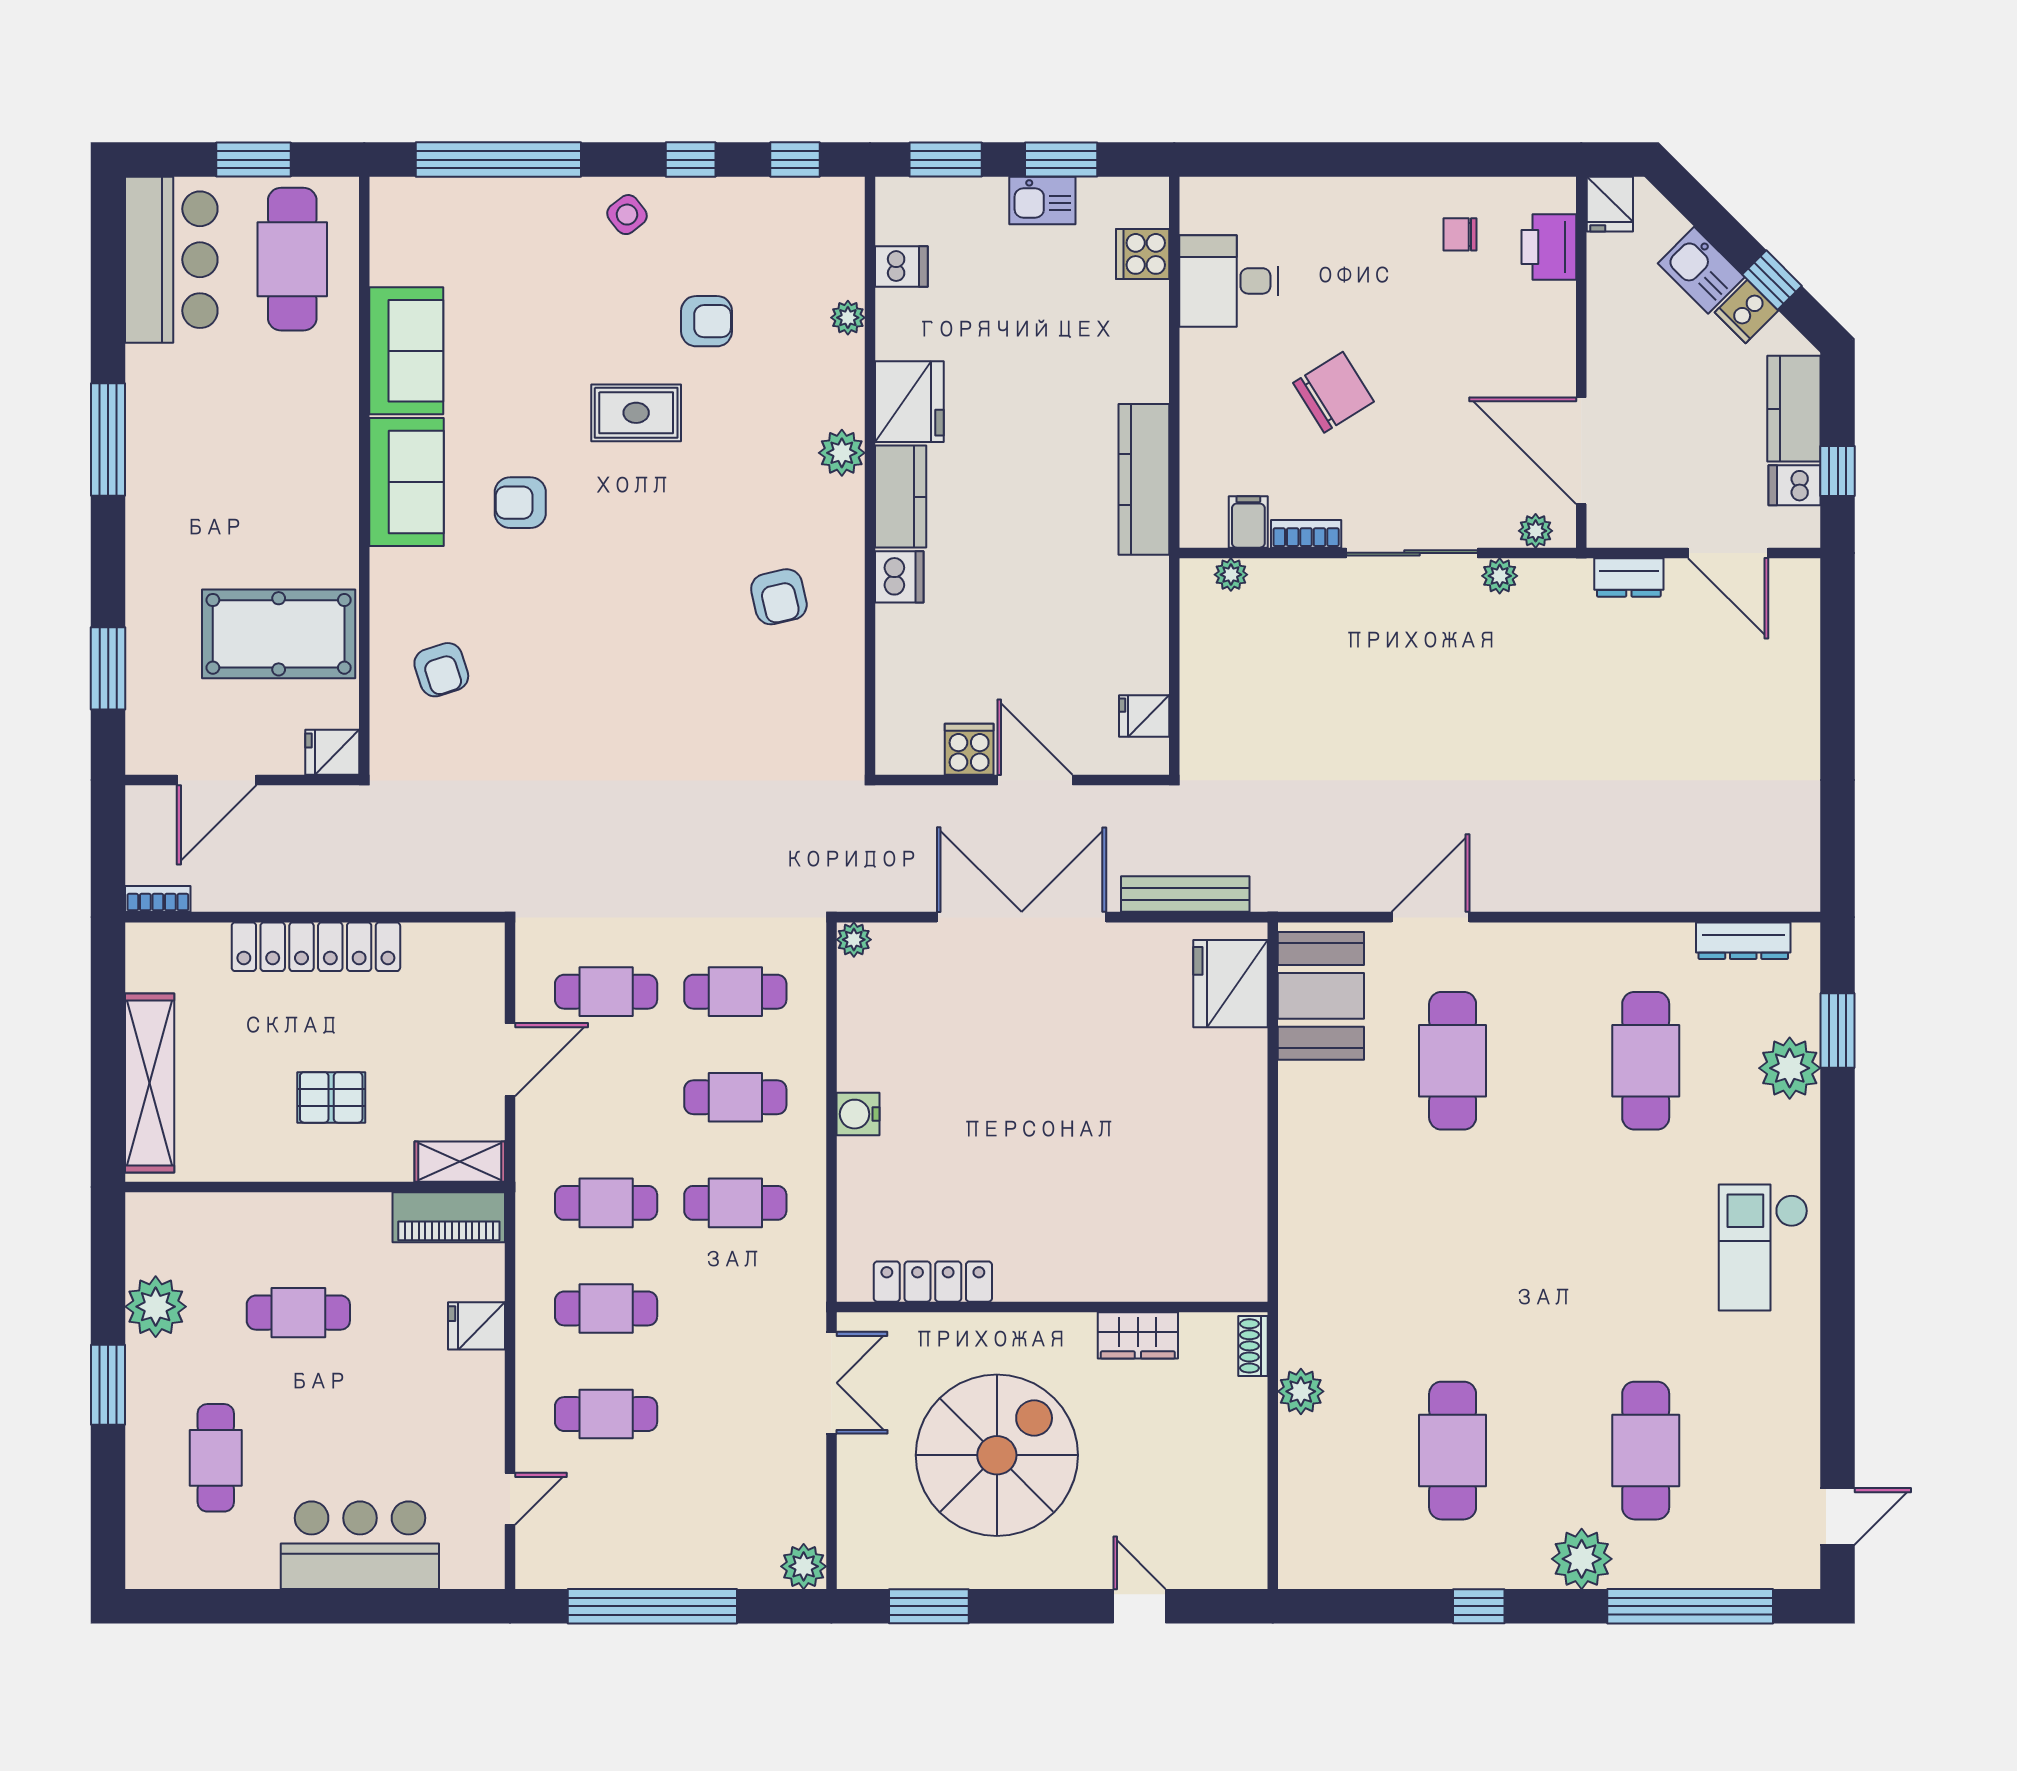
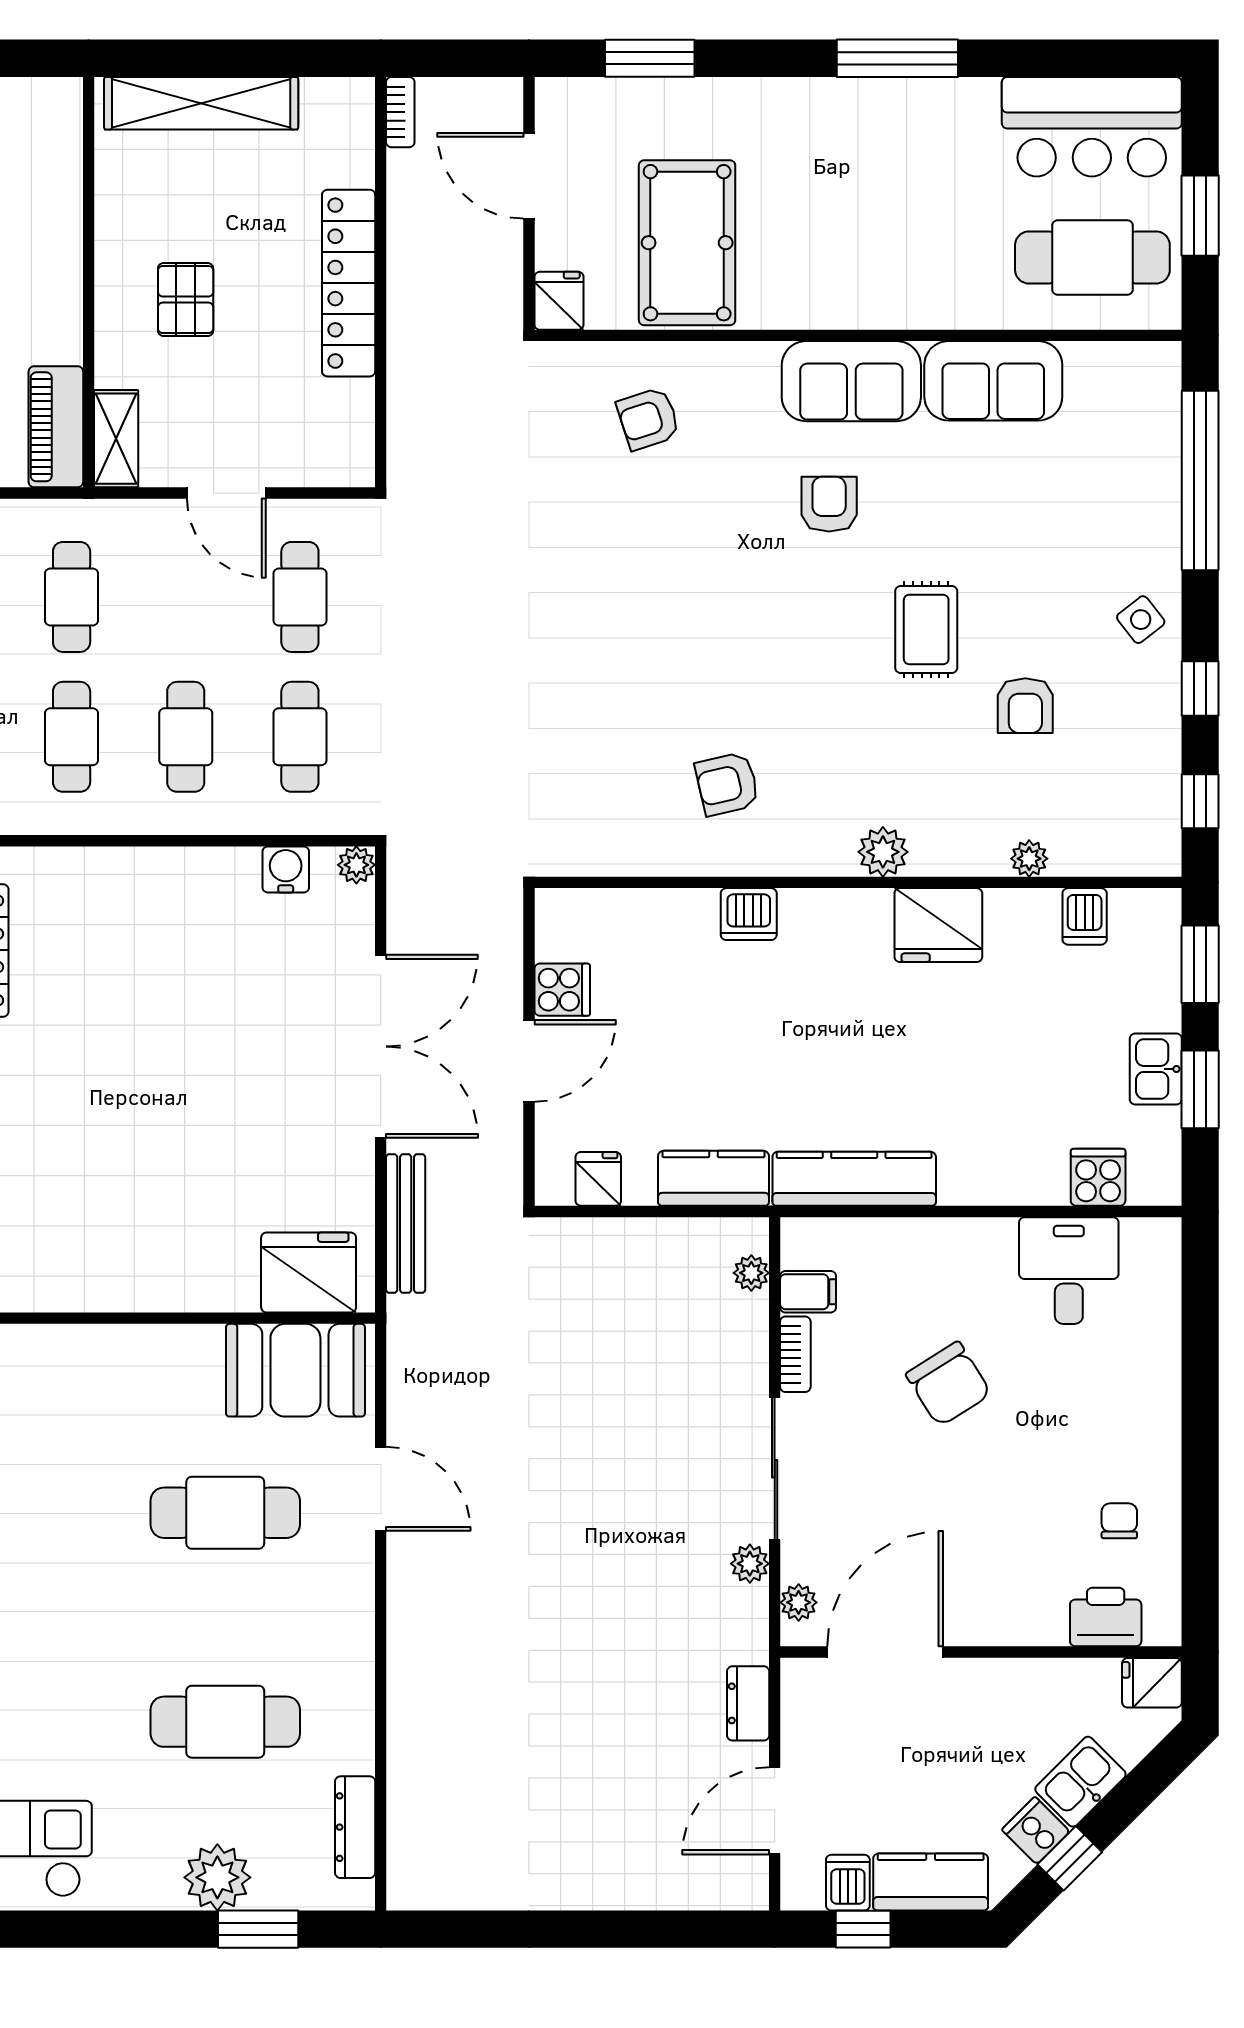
kitchen counter: (901, 497) -> (713, 1178), moved, turned 180
water cooler: (858, 1114) -> (286, 869), moved

